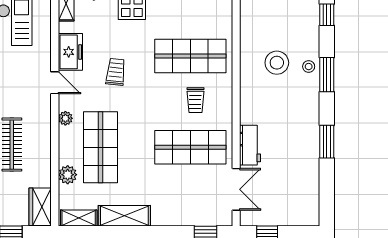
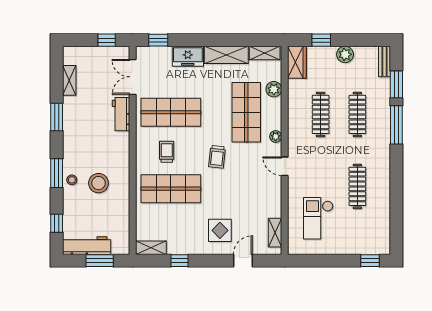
freezer: (70, 52) -> (188, 56), moved, turned -90
trolley: (116, 72) -> (217, 157), moved
shelving: (312, 185) -> (69, 80), added

